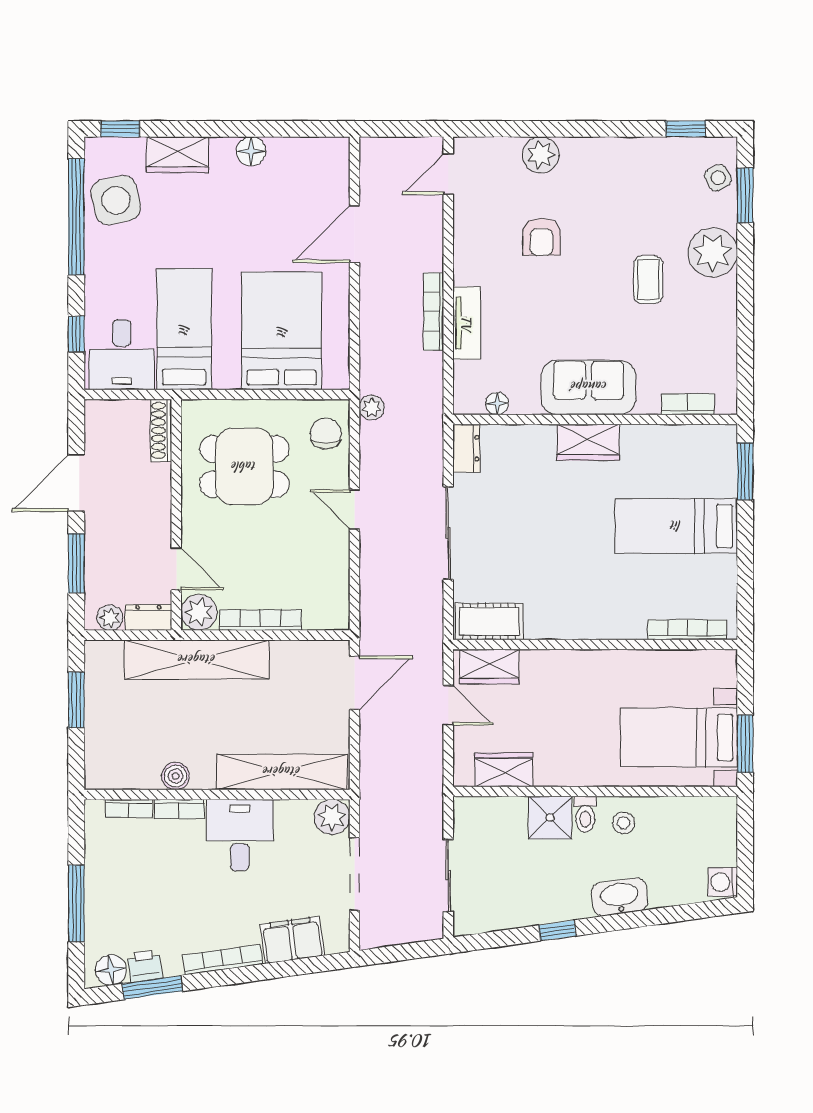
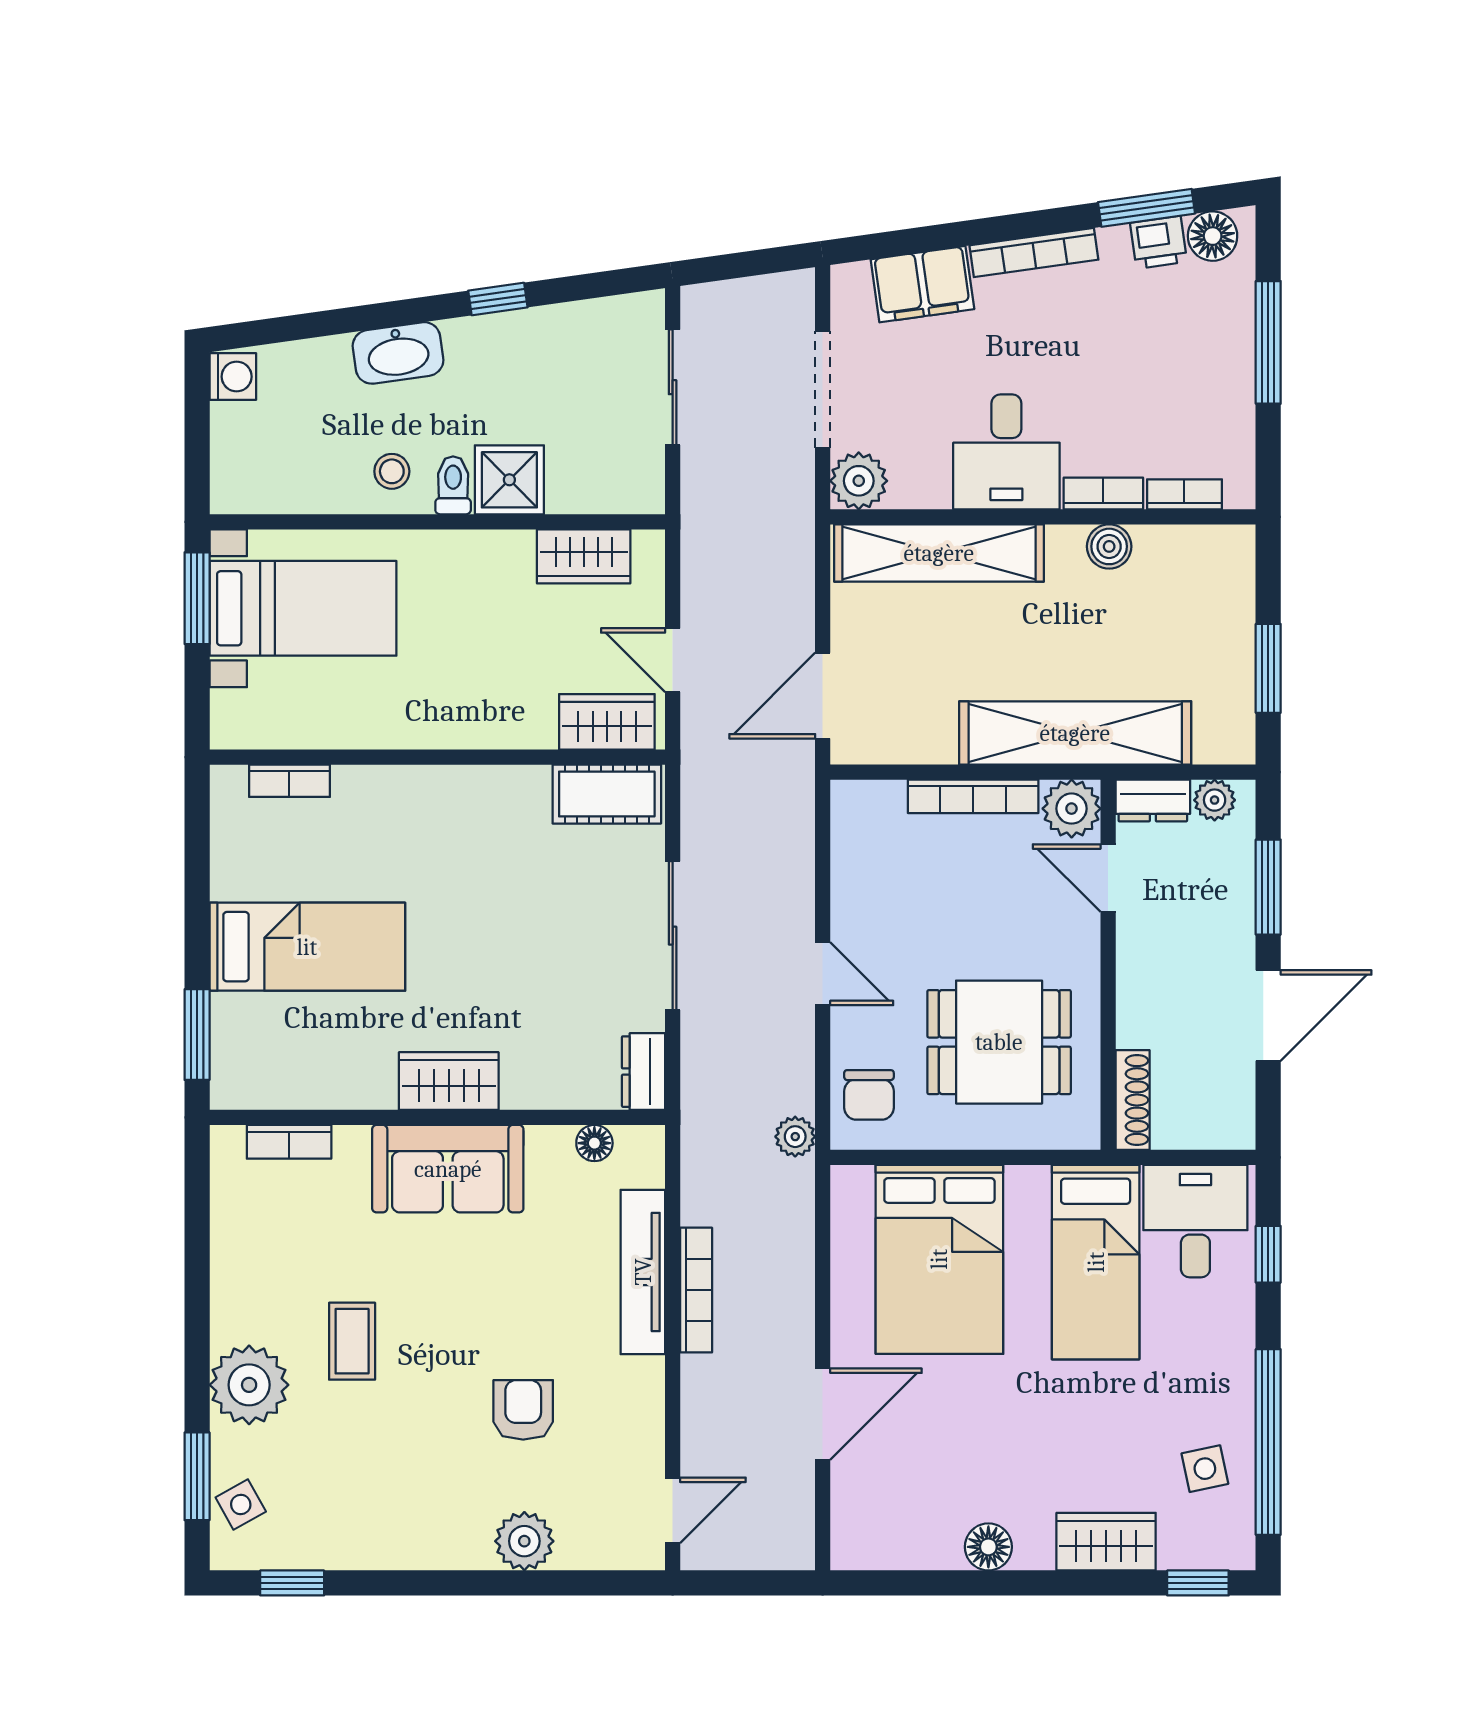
side table: (116, 200) -> (1205, 1469), width x0.54, depth x0.54
tv unit: (467, 323) -> (643, 1272), width x1.41
bookcase: (687, 630) -> (289, 781), width x0.64

